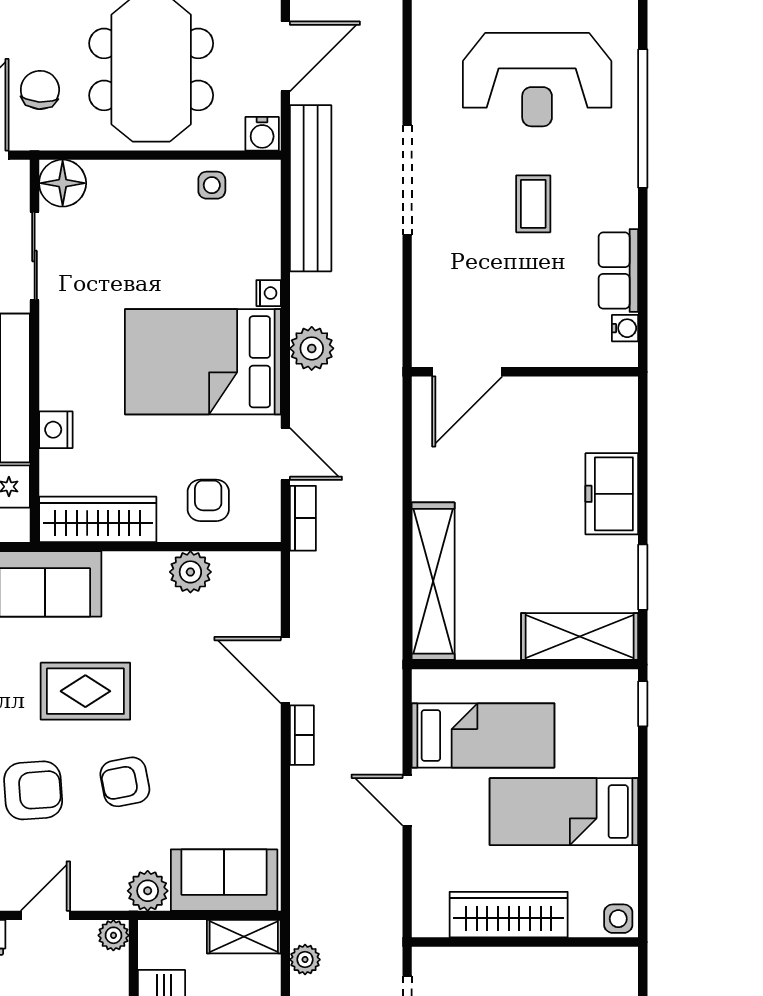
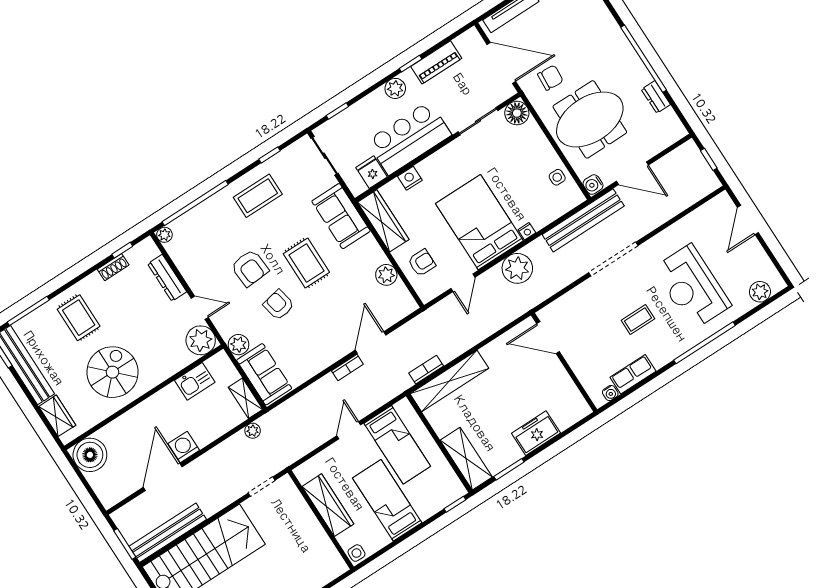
plant: (312, 348) -> (517, 268), width x1.36, depth x1.36
bookcase: (303, 518) -> (426, 370), moved, turned 180
plant: (113, 935) -> (201, 340), width x1.88, depth x1.88

